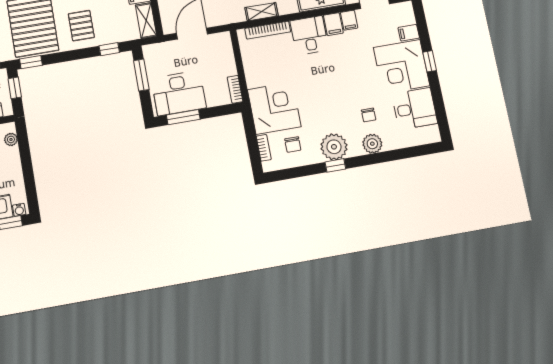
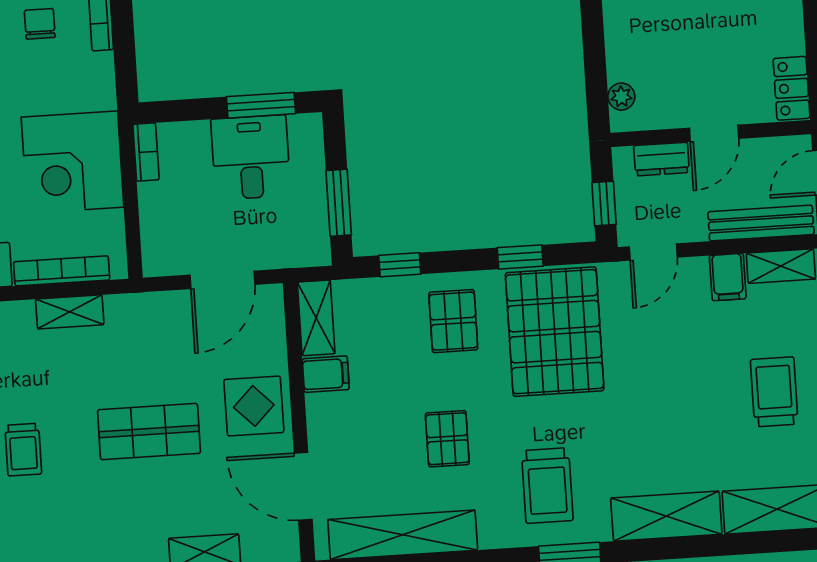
window: (31, 62) -> (520, 257), moved
desk: (179, 93) -> (251, 157), width x0.73
corner desk: (274, 108) -> (72, 162), moved

